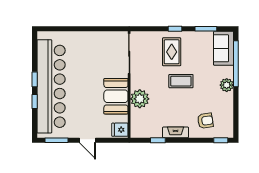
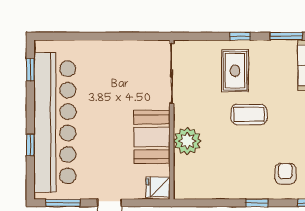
window: (35, 79) -> (30, 70), moved
armchair: (205, 121) -> (285, 174), turned -81
fireplace: (176, 132) -> (241, 191), removed
window: (158, 140) -> (257, 203), moved

